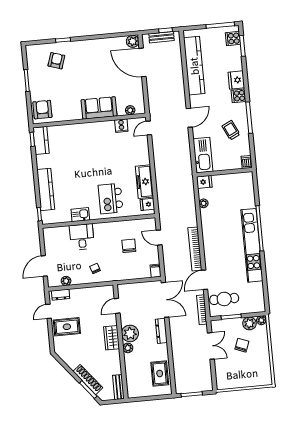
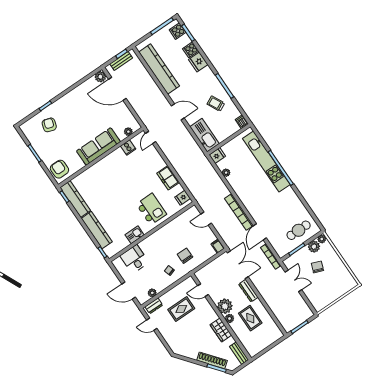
cooker: (239, 96) -> (191, 50), moved
sofa: (99, 108) -> (98, 146), width x1.36
door: (189, 118) -> (178, 112), hinge flipped
kitchen counter: (41, 140) -> (75, 199), width x1.50
freezer: (144, 182) -> (168, 178), width x0.71
kitchen island: (111, 199) -> (151, 209), turned 180
desk: (82, 237) -> (134, 259), moved
kitchen unit: (252, 245) -> (266, 162), moved
chair: (129, 246) -> (185, 256), moved
door: (44, 266) -> (129, 291), hinge flipped
cafe table: (224, 299) -> (299, 230), moved
door: (117, 306) -> (203, 290), hinge flipped
door: (49, 311) -> (152, 324), hinge flipped
rug: (67, 327) -> (181, 309), moved
wardrobe: (112, 338) -> (221, 330), moved
rug: (160, 373) -> (250, 318), moved

